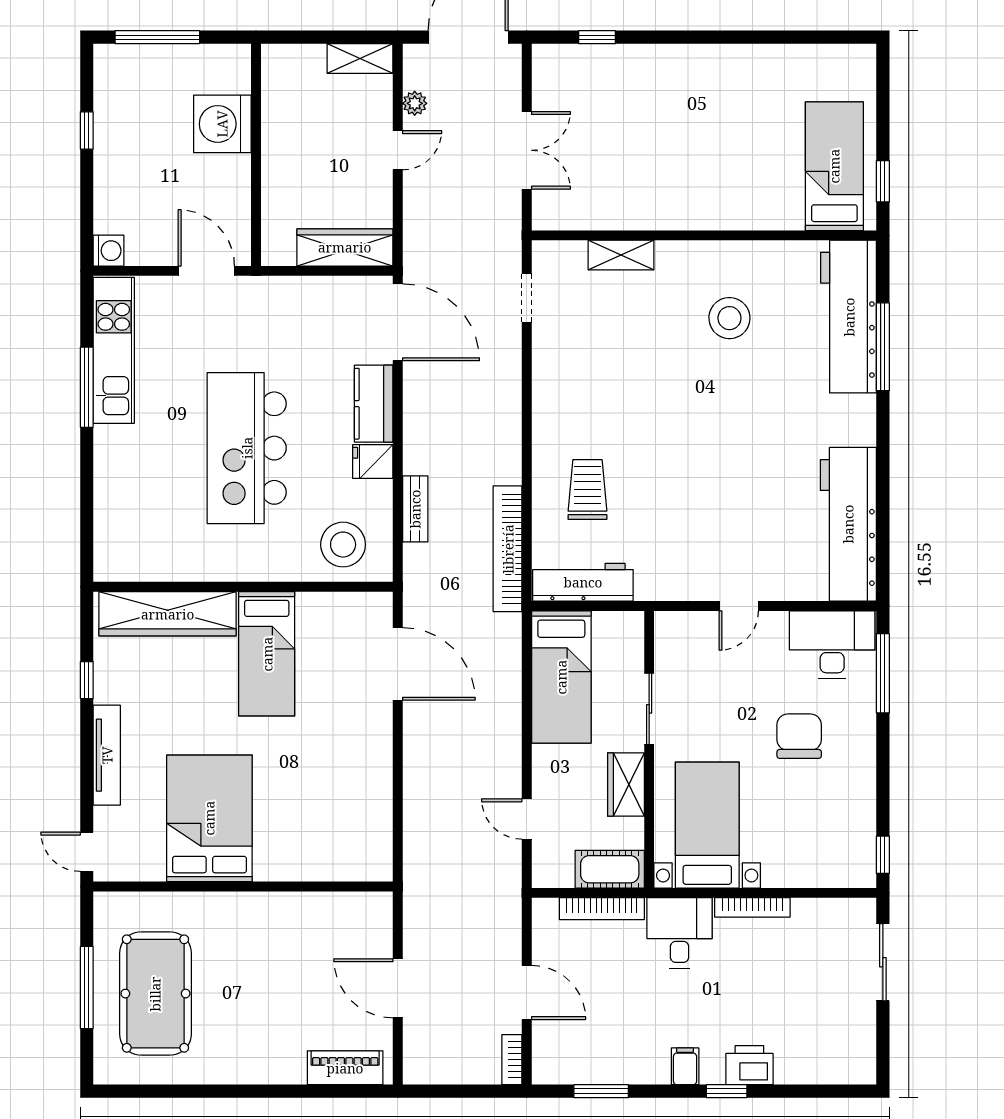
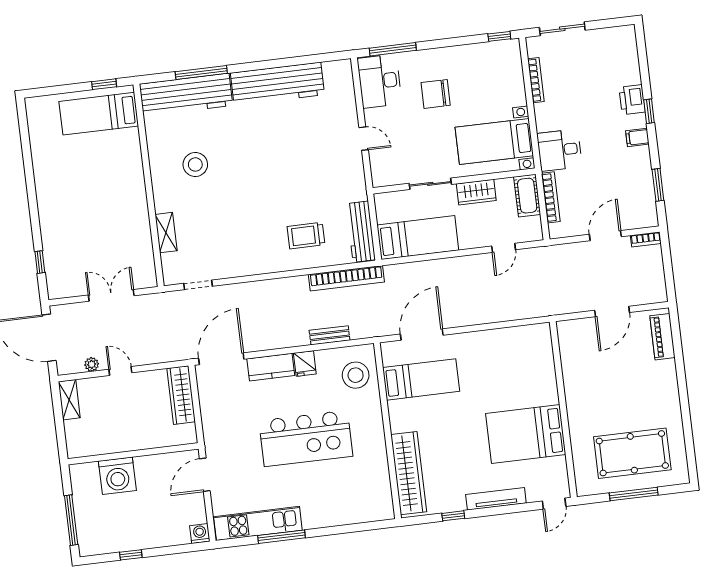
workbench: (848, 524) -> (277, 84), moved
bed: (267, 654) -> (421, 379), moved
bookcase: (752, 907) -> (536, 80), moved

